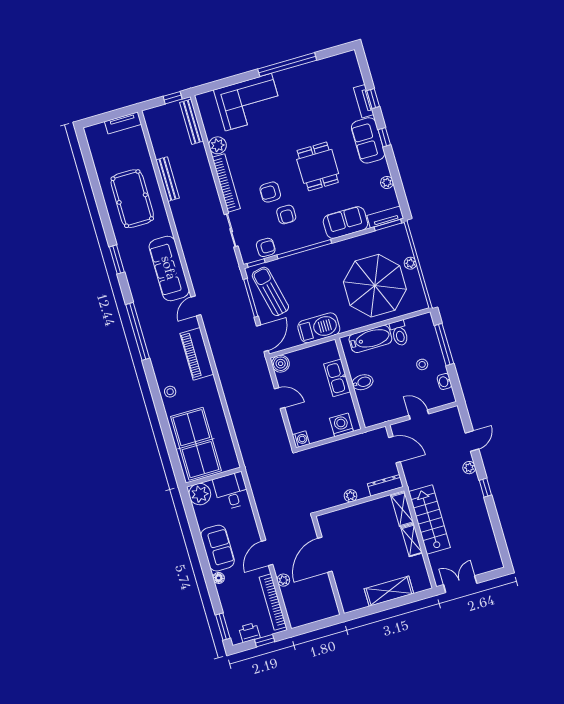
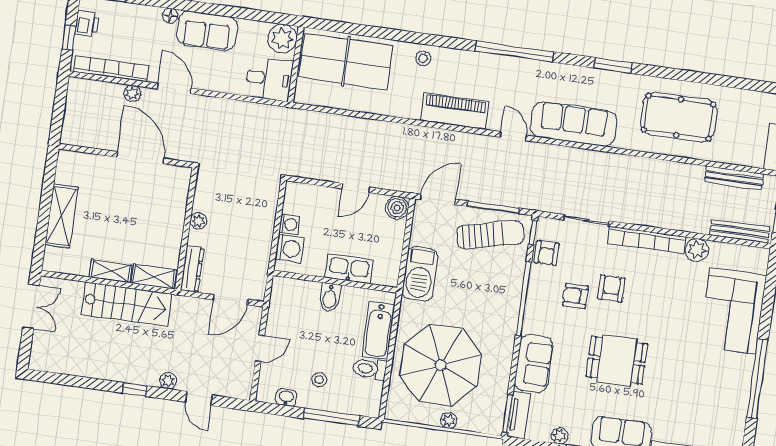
bench: (167, 179) -> (734, 178), moved
door: (262, 338) -> (438, 199), swing flipped
washing machine: (301, 439) -> (289, 224), moved, turned -90

